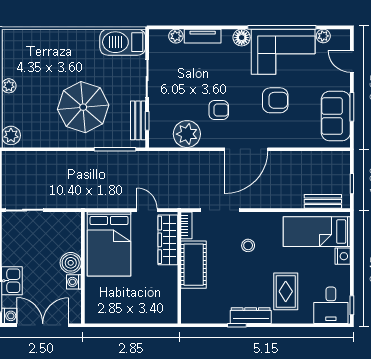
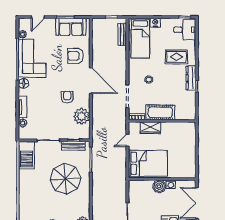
armchair: (275, 100) -> (76, 56), moved, turned -90
wardrobe: (168, 240) -> (150, 128), width x0.67

